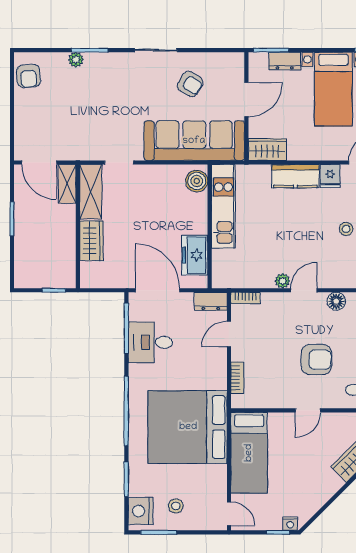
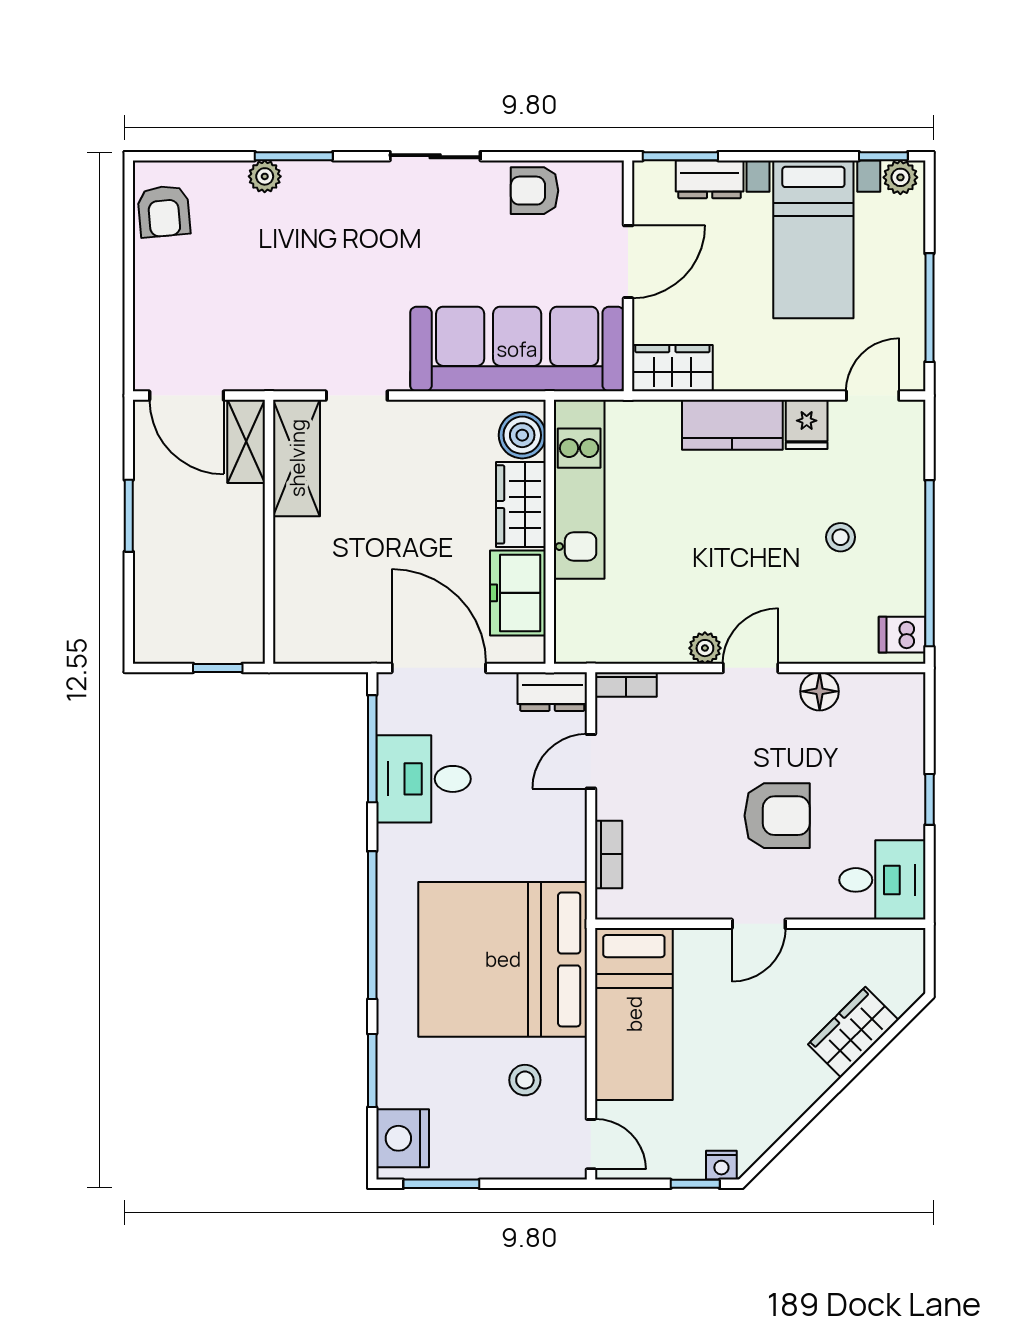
armchair: (190, 84) -> (535, 191), moved, turned 149
wardrobe: (91, 241) -> (521, 504), moved, turned 180
stool: (176, 506) -> (525, 1080), moved

